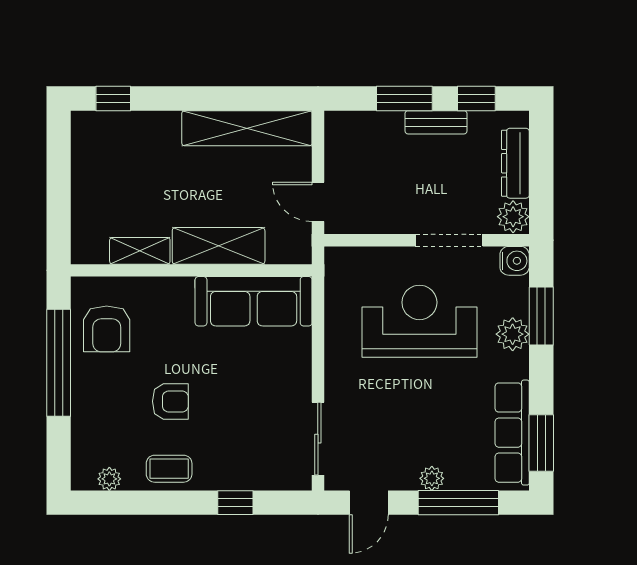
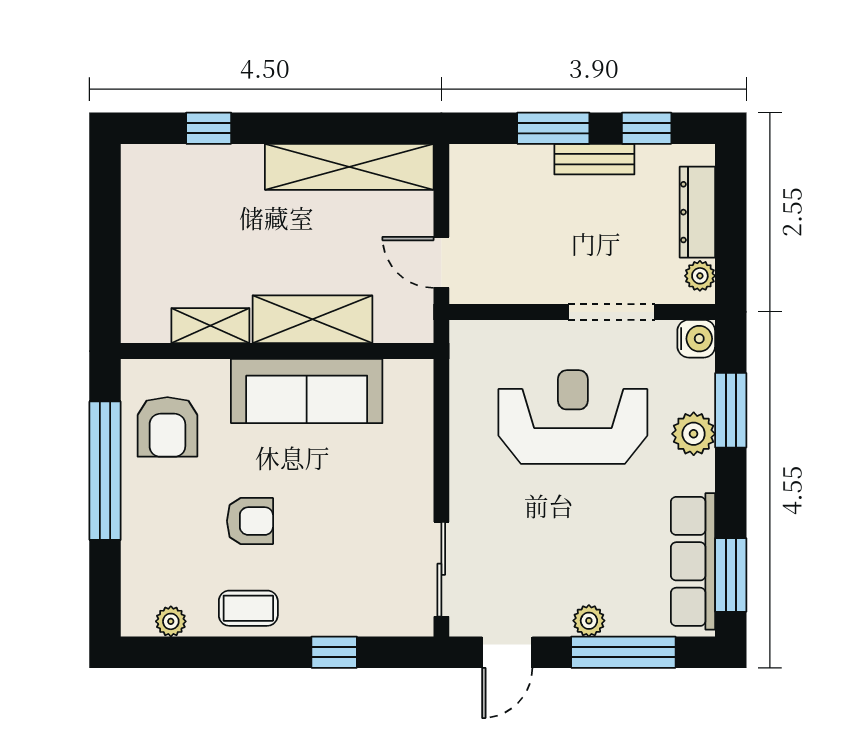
window: (113, 98) -> (209, 128), moved
plant: (513, 217) -> (700, 276), width x0.73, depth x0.73
sofa: (254, 301) -> (307, 391), moved

